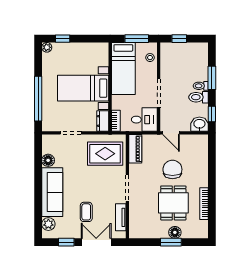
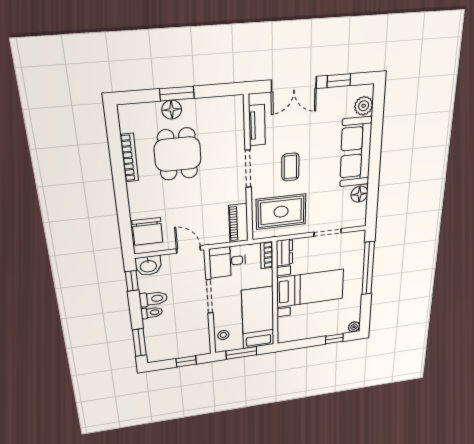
window: (212, 78) -> (139, 343), moved
chair: (172, 169) -> (148, 231), moved
coffee table: (86, 212) -> (290, 167), moved

